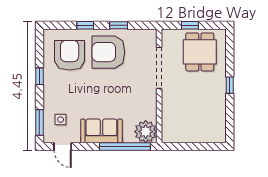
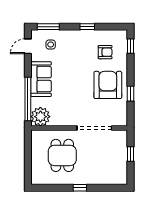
window: (85, 25) -> (130, 46), moved
dining table: (200, 52) -> (62, 155), moved, turned 90
armchair: (70, 55) -> (105, 52), width x0.53, depth x0.53

